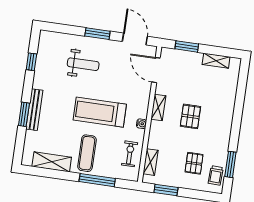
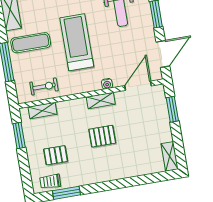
shelving: (216, 61) -> (170, 156), moved
water cooler: (141, 124) -> (107, 84), moved

